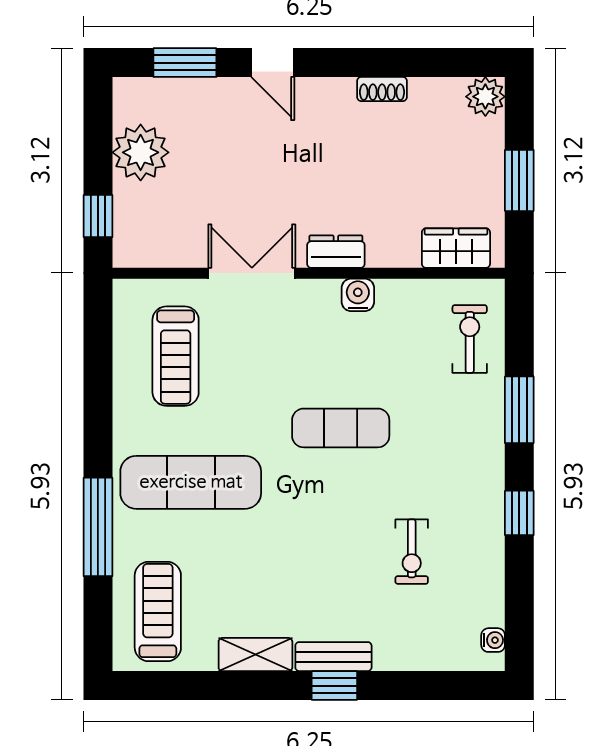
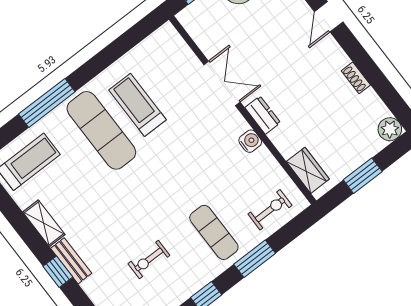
treadmill: (176, 356) -> (138, 105), moved, turned 90
exercise mat: (341, 428) -> (214, 232), moved

